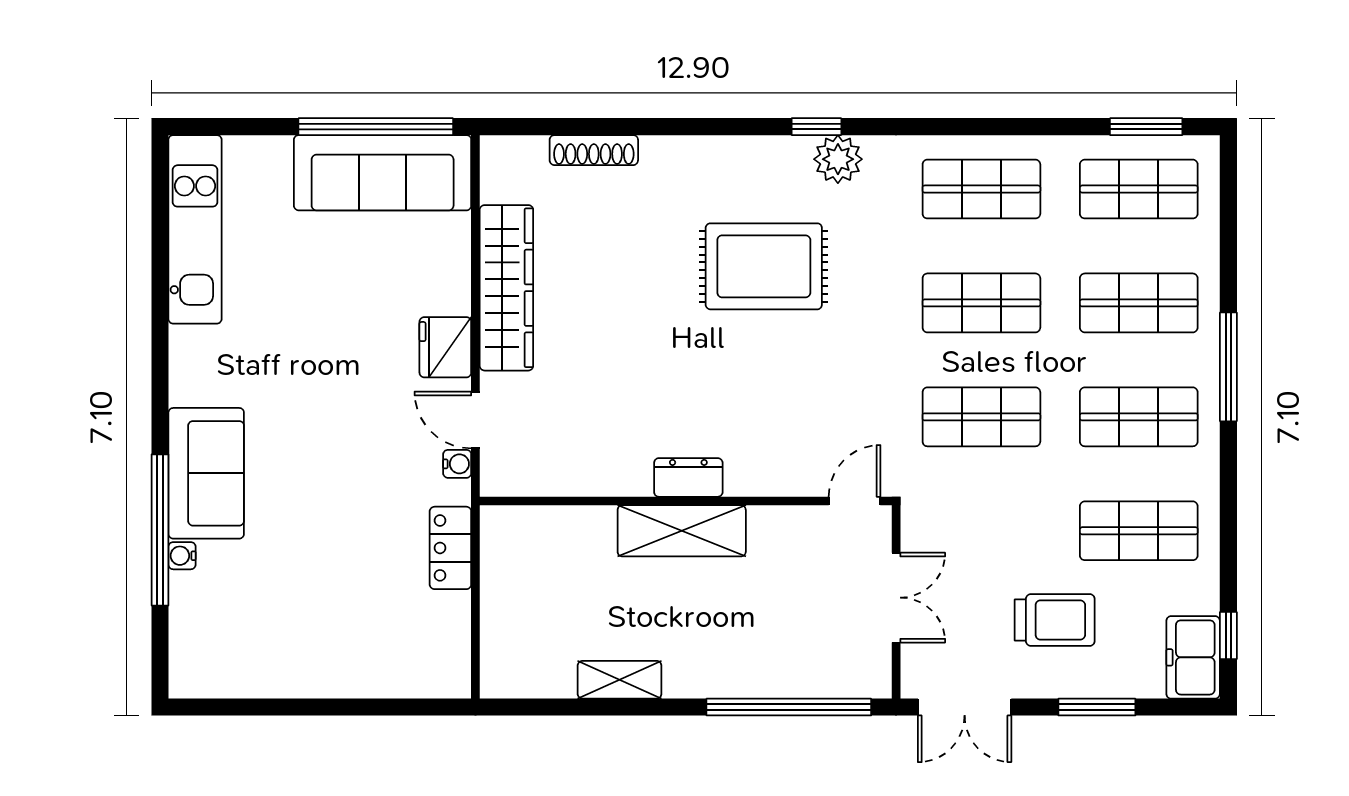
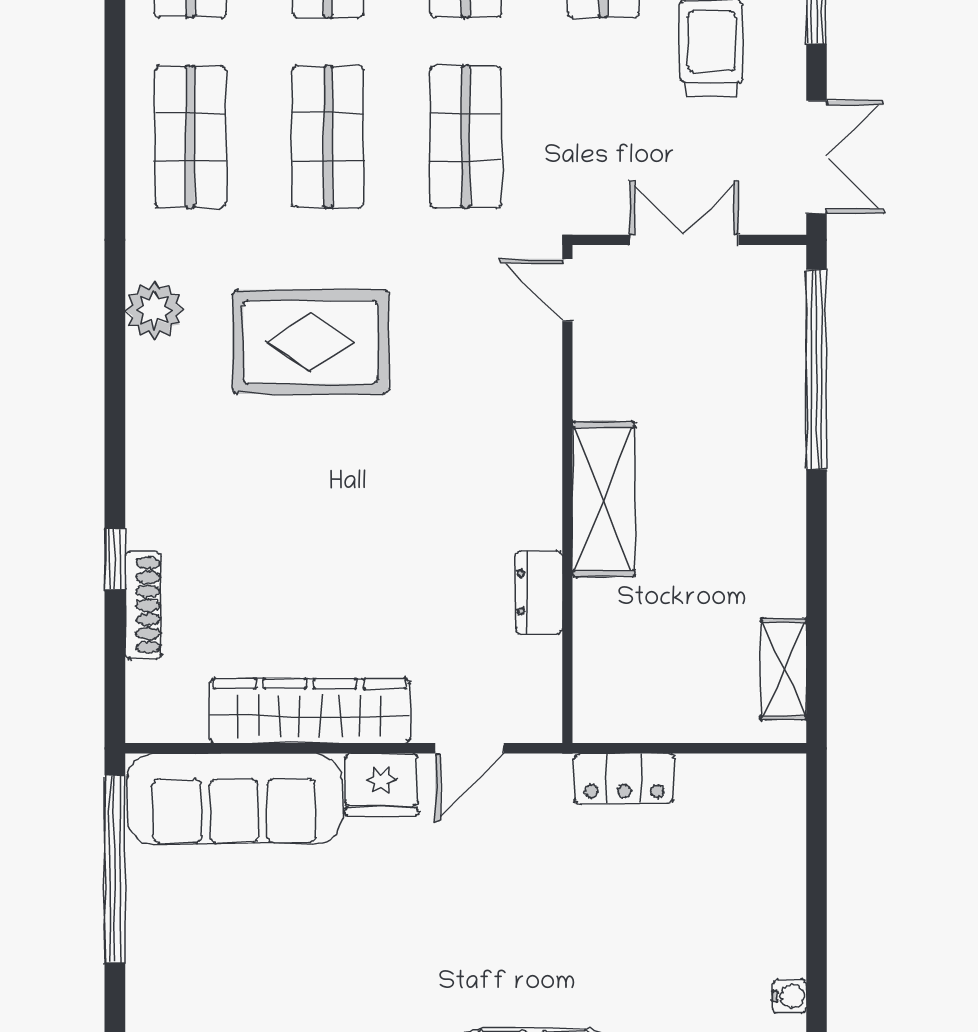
window: (816, 127) -> (115, 559), moved
sofa: (383, 173) -> (234, 799), moved, turned 90
rug: (764, 266) -> (311, 342), moved, turned 90
water cooler: (457, 464) -> (789, 996), moved, turned 90
dresser: (688, 477) -> (539, 592), moved
shelving: (620, 680) -> (784, 669), moved

